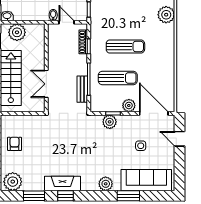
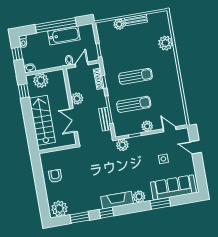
door: (67, 22) -> (82, 64), hinge flipped
plant: (55, 60) -> (77, 99), added
door: (154, 113) -> (170, 129), width x0.53
plant: (110, 122) -> (122, 145), moved
fireplace: (63, 183) -> (117, 200), moved

